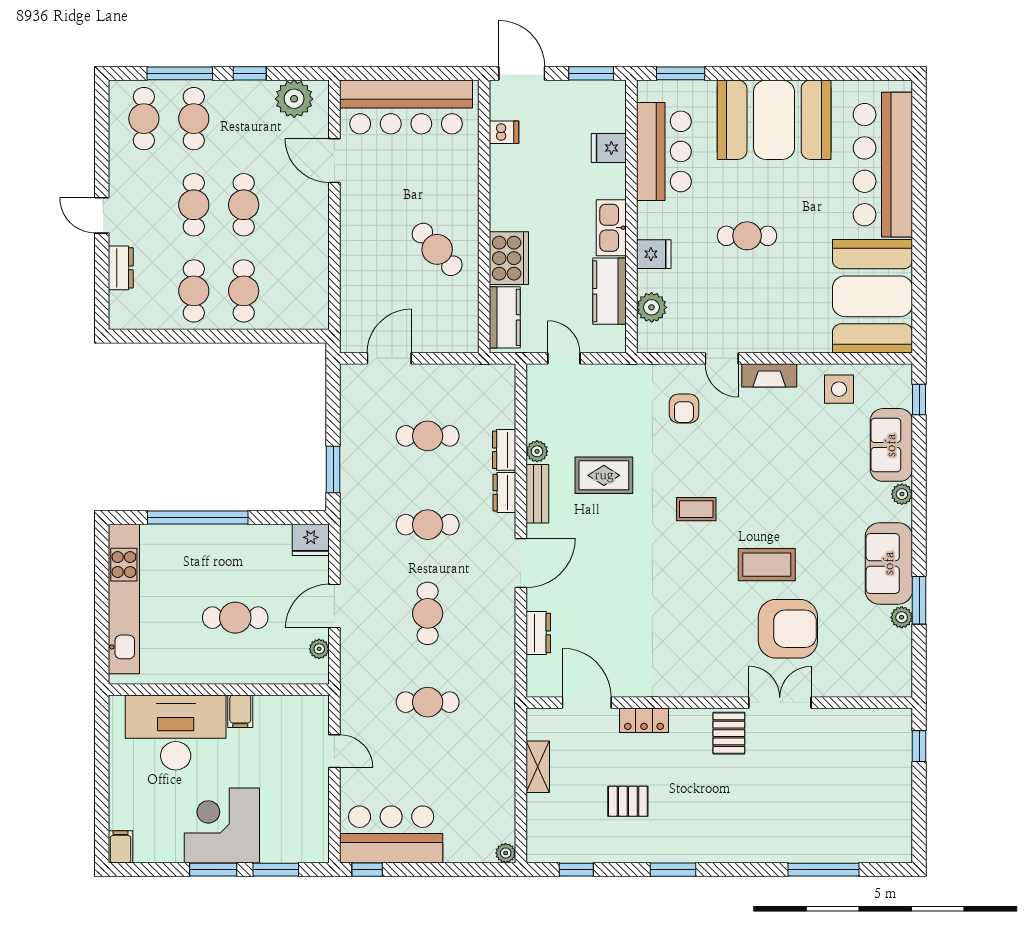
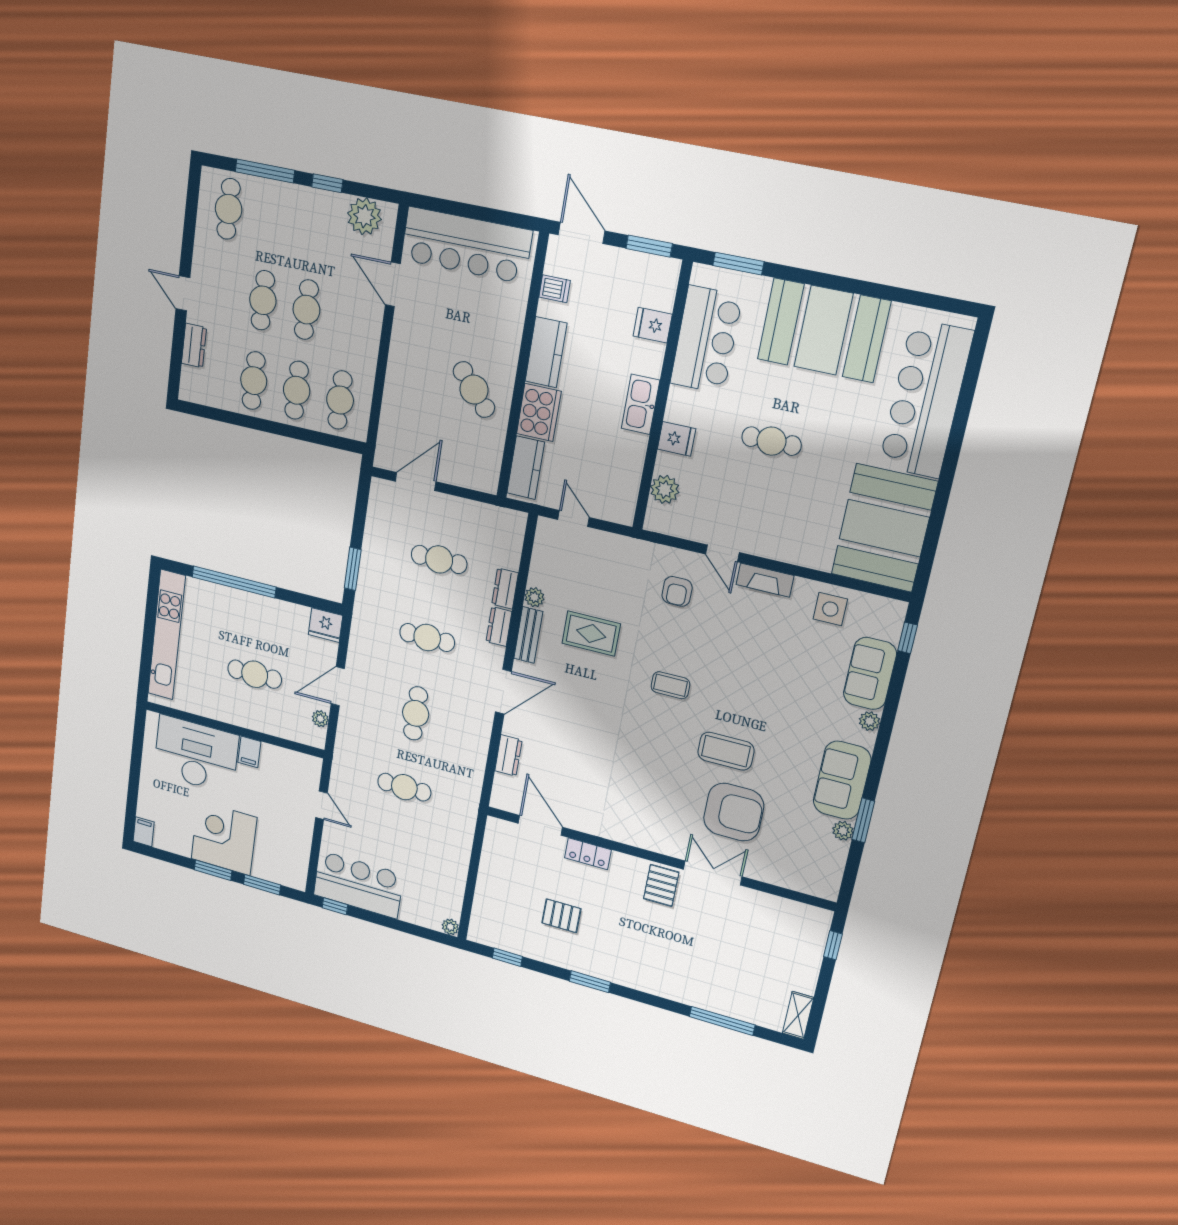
cafe table: (194, 119) -> (340, 400), moved
kitchen counter: (609, 291) -> (546, 352), moved, turned 180
shelving: (538, 767) -> (798, 1015), moved

